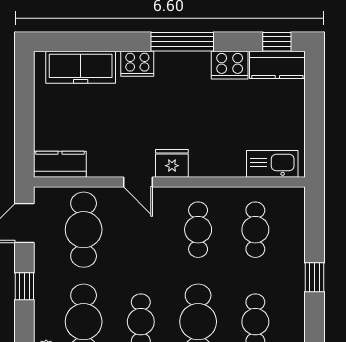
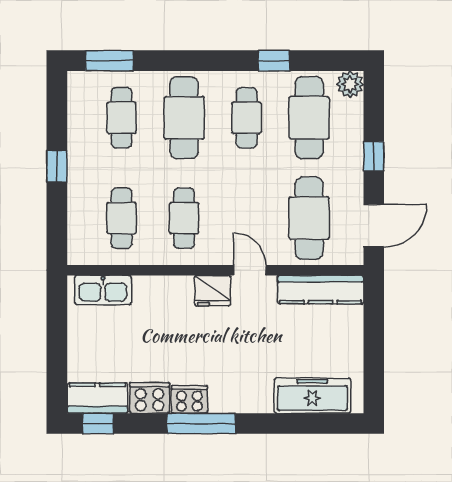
cooker: (137, 64) -> (189, 399), moved
kitchen counter: (60, 164) -> (321, 290), width x1.50

